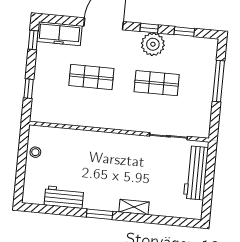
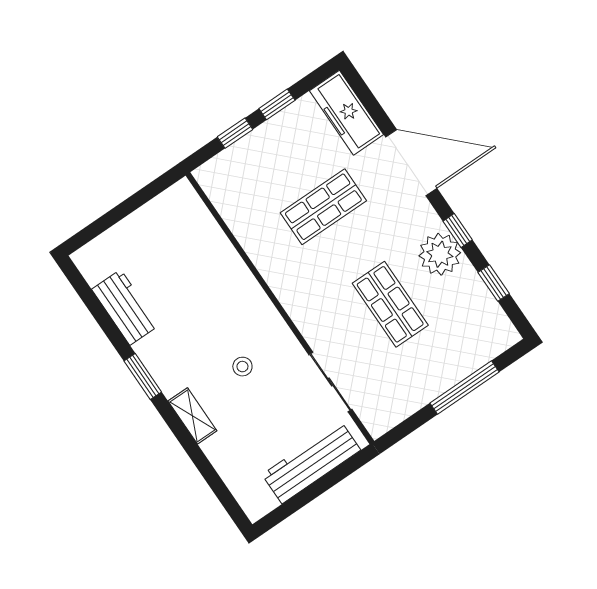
window: (33, 40) -> (277, 104), moved
shop shelf: (91, 77) -> (323, 207), turned 90
stool: (35, 152) -> (242, 367), moved

